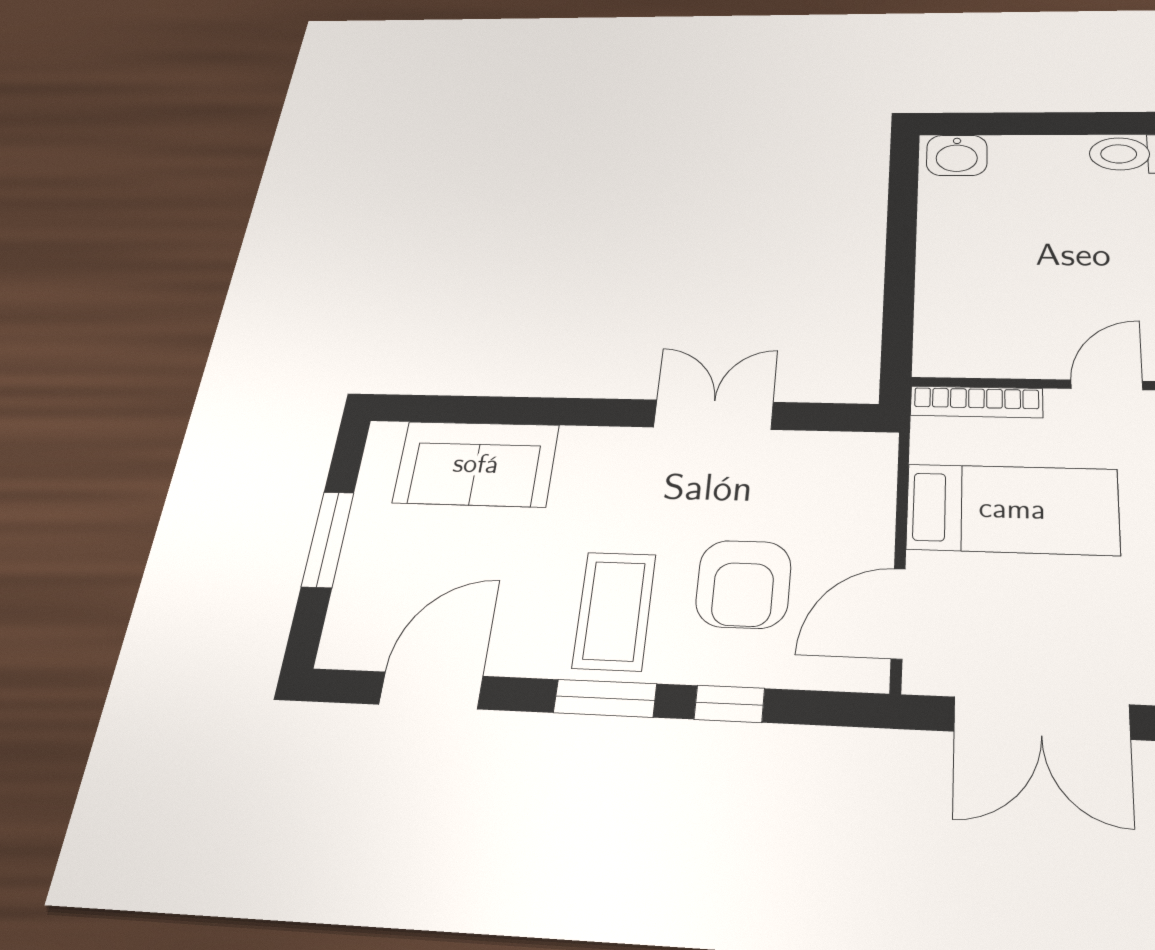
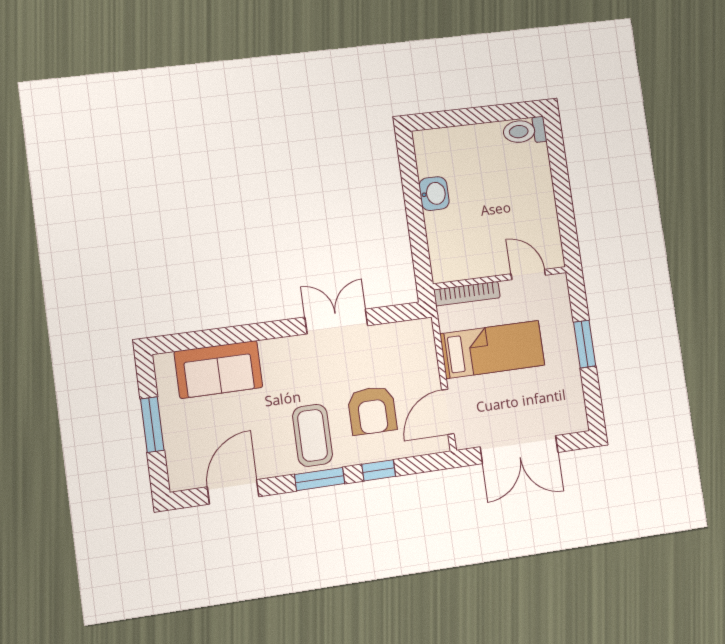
washbasin: (957, 155) -> (434, 194), moved, turned -90
door: (1107, 385) -> (528, 275), hinge flipped

